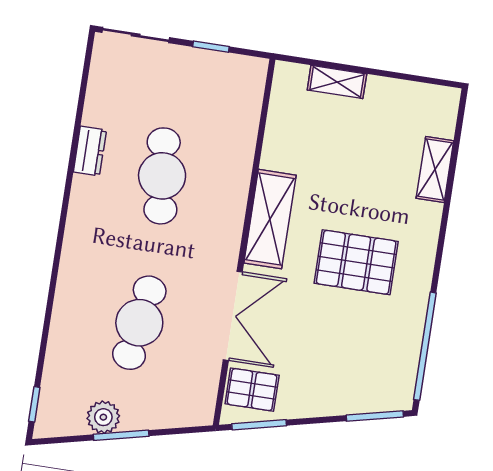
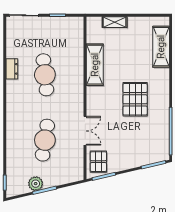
shelving: (435, 169) -> (161, 47), width x1.50, depth x1.33
shelving: (270, 219) -> (95, 65), moved
pallet: (356, 262) -> (135, 99), turned 90
double door: (233, 316) -> (85, 131), width x0.73
pallet: (252, 390) -> (98, 162), turned 90

